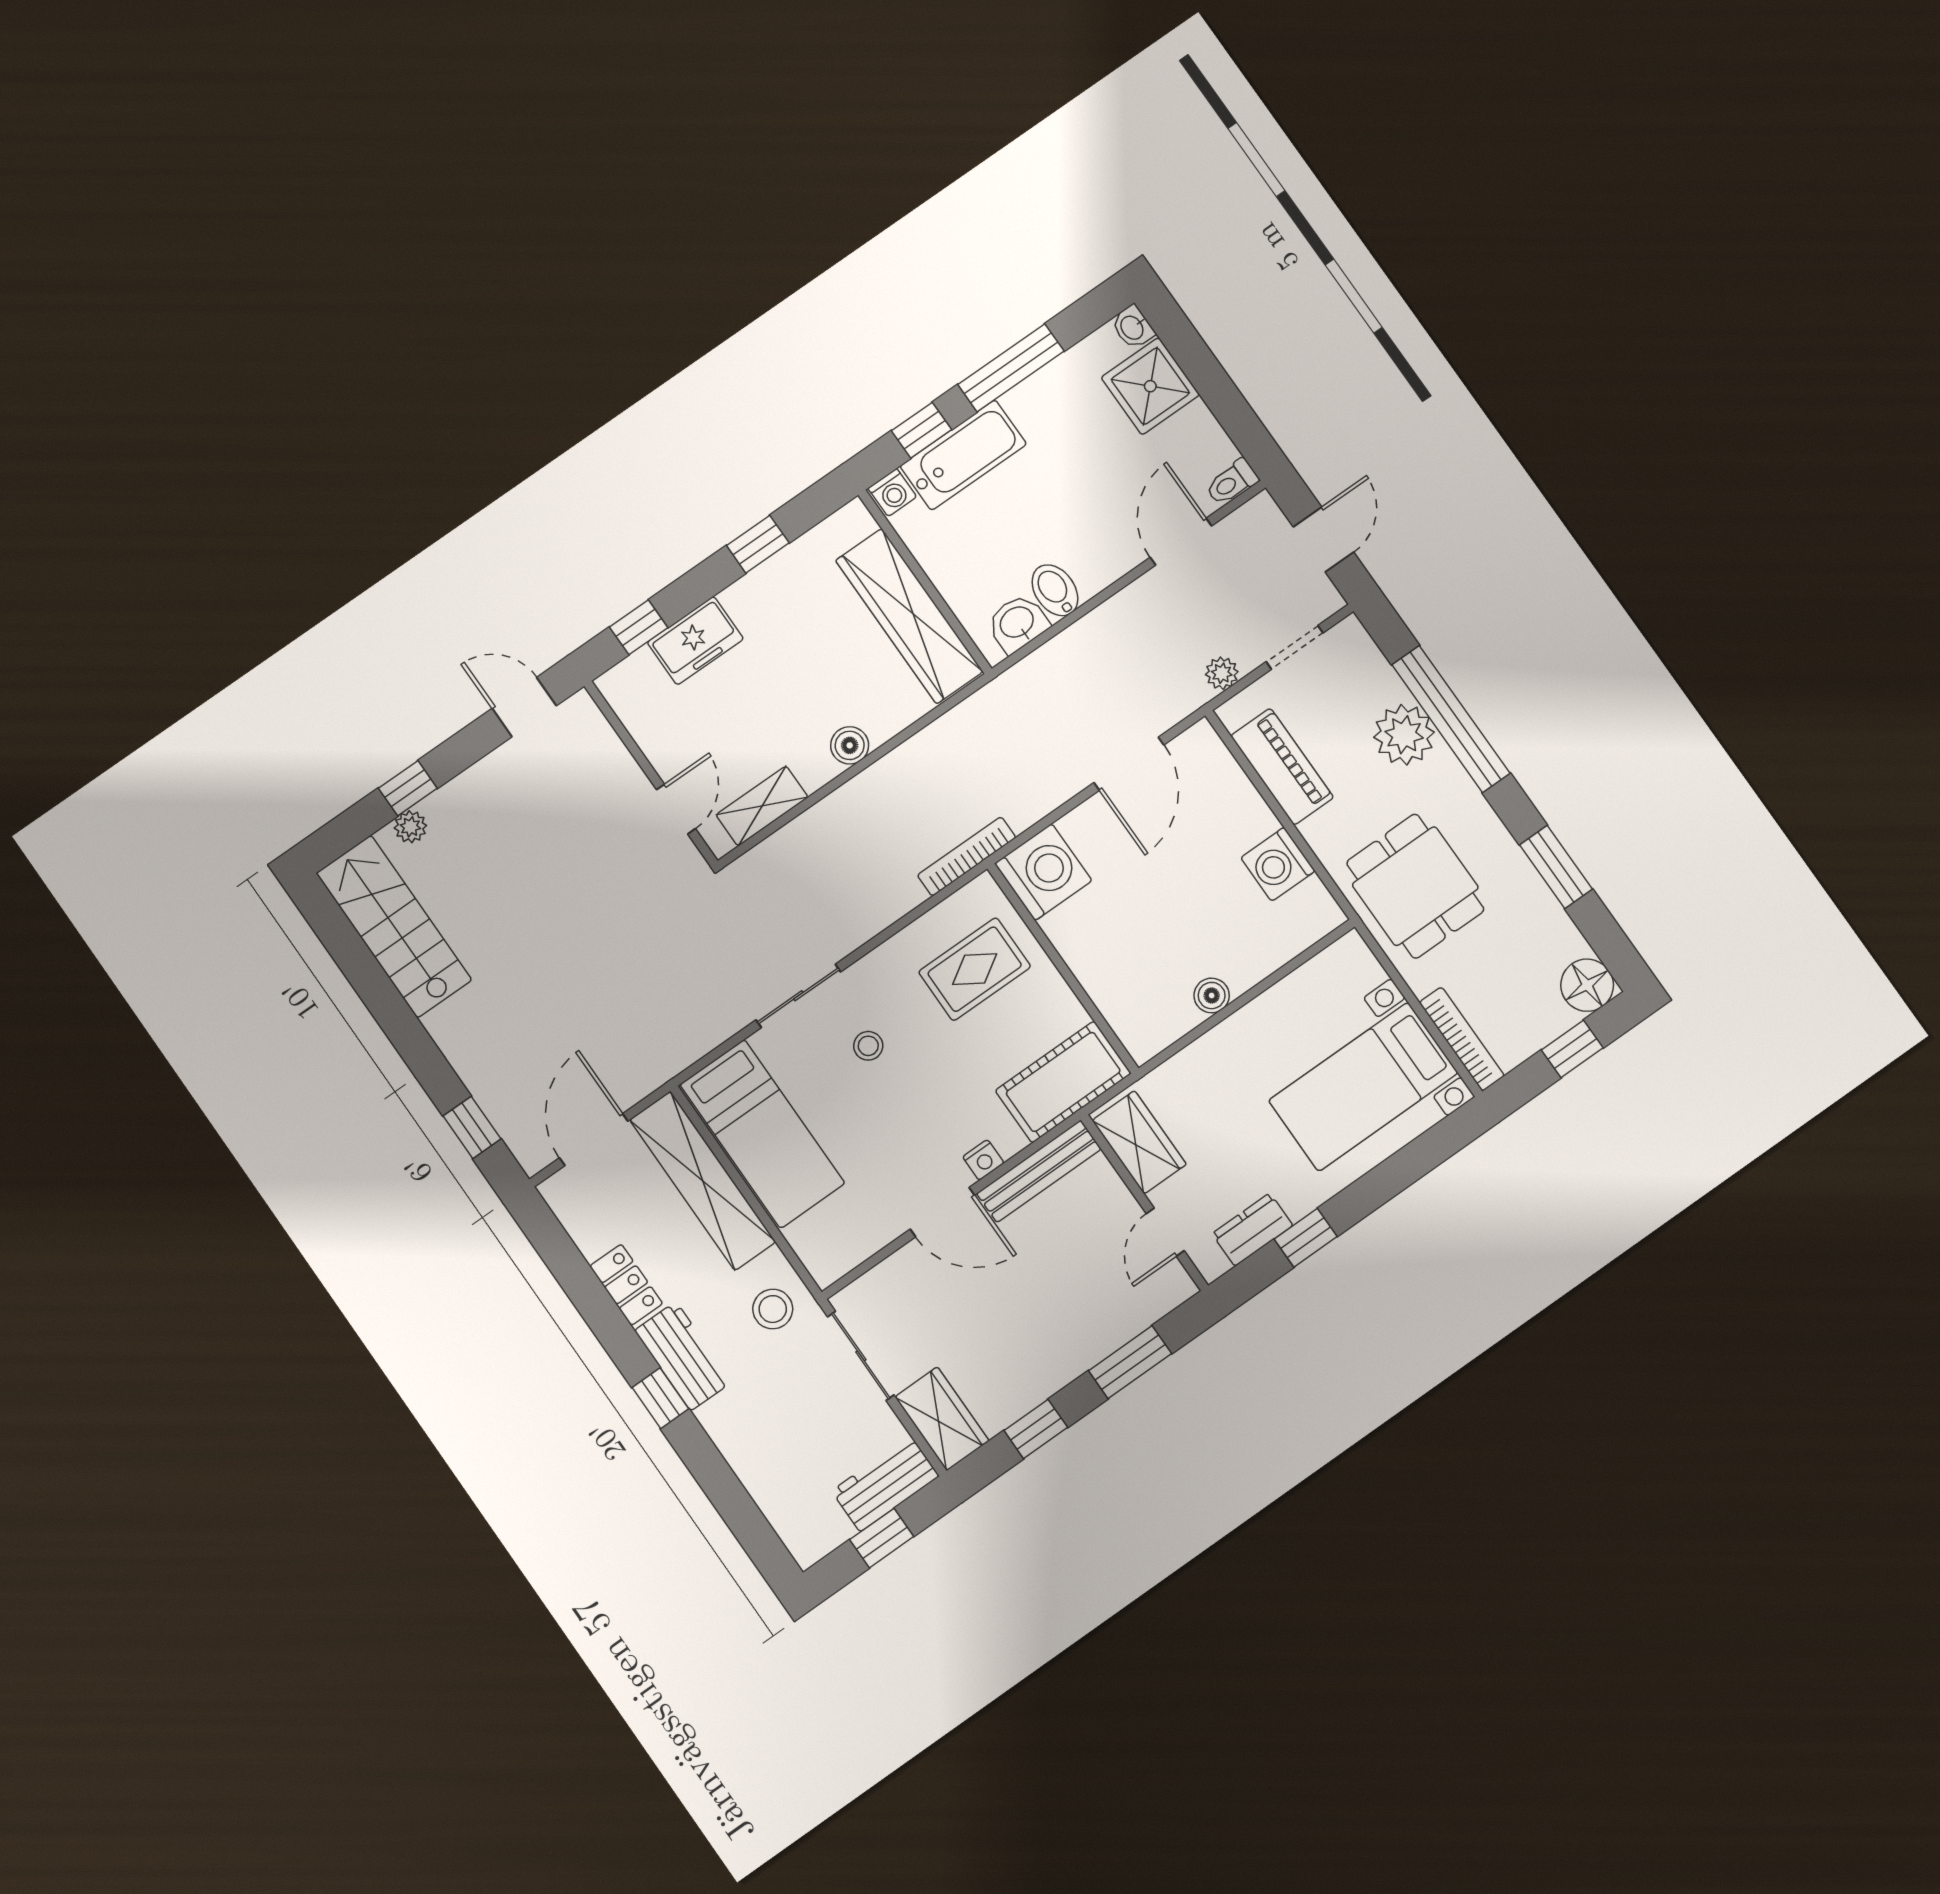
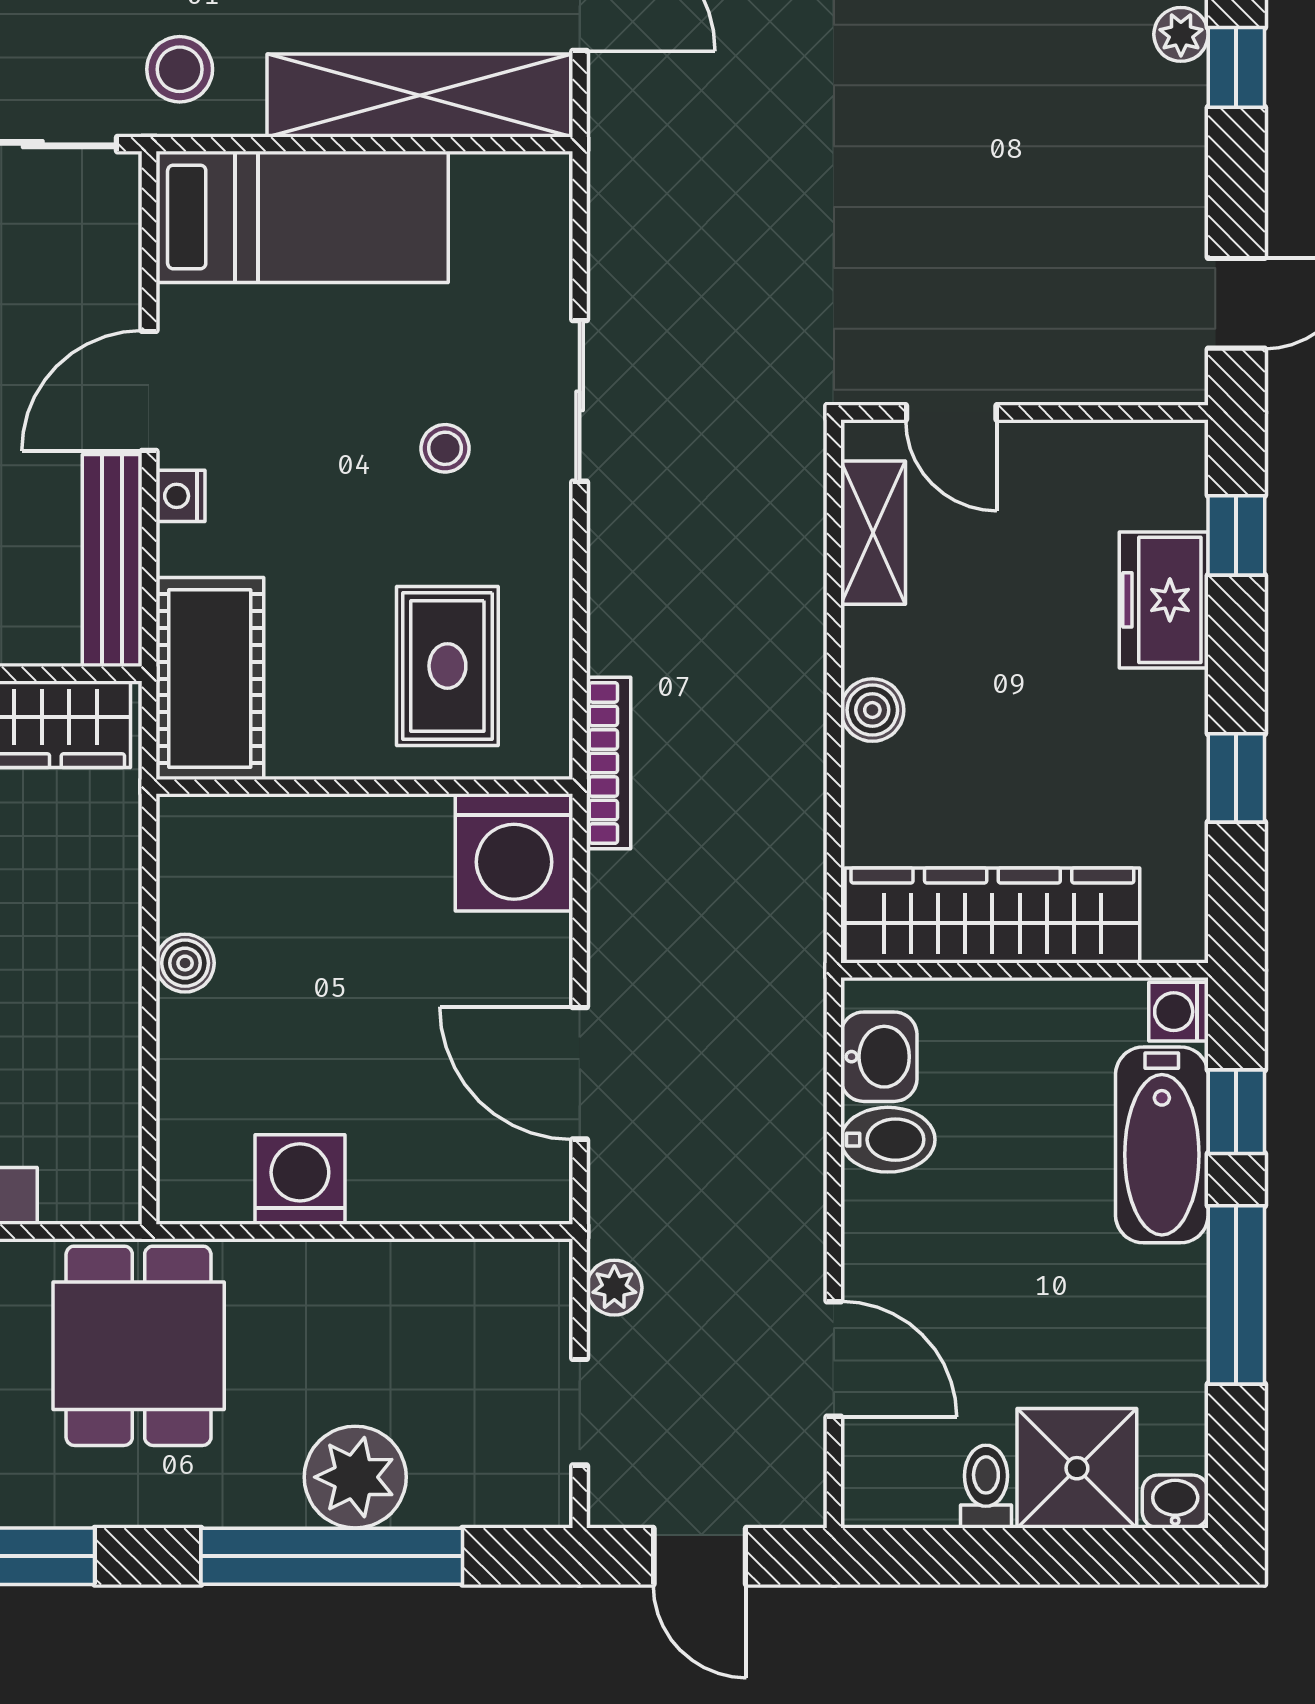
toilet: (1232, 482) -> (986, 1487), moved
piano: (1282, 767) -> (429, 1280), removed
dining table: (1415, 886) -> (139, 1346), turned 90
bed: (762, 1134) -> (302, 217), moved, turned 180

